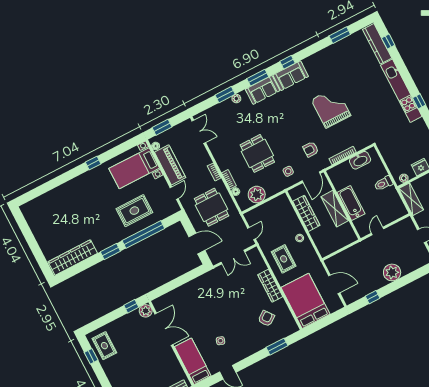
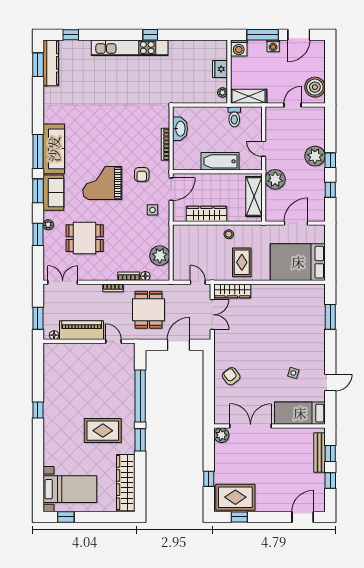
window: (340, 35) -> (38, 65), moved
kitchen counter: (377, 44) -> (51, 63), moved, turned -90
window: (288, 62) -> (38, 151), width x2.17
sofa: (291, 76) -> (54, 149), width x1.36
grand piano: (331, 108) -> (102, 183), moved
dining table: (257, 153) -> (85, 238), moved
bed with nightstands: (134, 168) -> (70, 489), moved, turned -90
door: (311, 177) -> (171, 189), hinge flipped
toilet: (383, 183) -> (234, 117), moved
dining table: (212, 207) -> (149, 310), turned 90
shelving: (335, 209) -> (254, 197), moved, turned 90
rug: (134, 211) -> (103, 431), moved, turned 90
window: (23, 226) -> (66, 517), added
plant: (359, 252) -> (275, 179), added
rug: (284, 259) -> (242, 262), turned 90
wardrobe: (270, 286) -> (232, 291), moved
window: (395, 286) -> (330, 160), added
window: (131, 306) -> (209, 479), moved
armchair: (266, 318) -> (231, 376), moved
rug: (104, 346) -> (235, 497), width x1.36, depth x1.43

